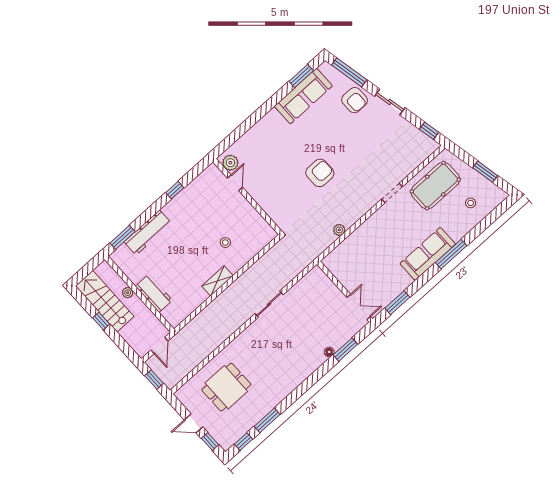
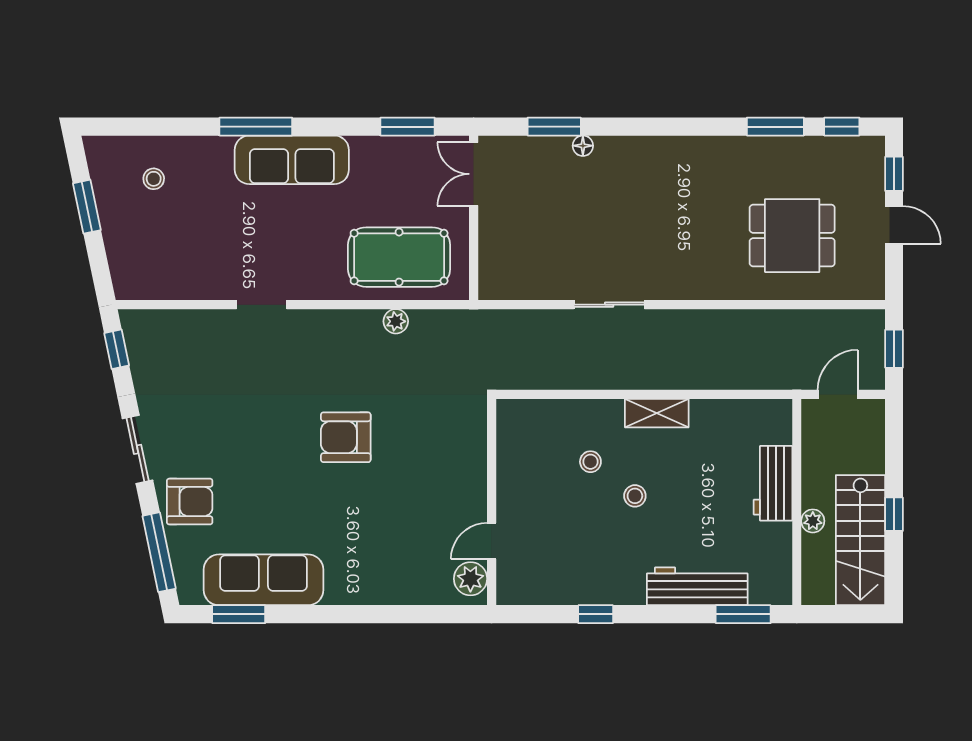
armchair: (355, 100) -> (190, 502), turned 90
pool table: (435, 186) -> (399, 257), moved
stool: (199, 245) -> (635, 496), added

